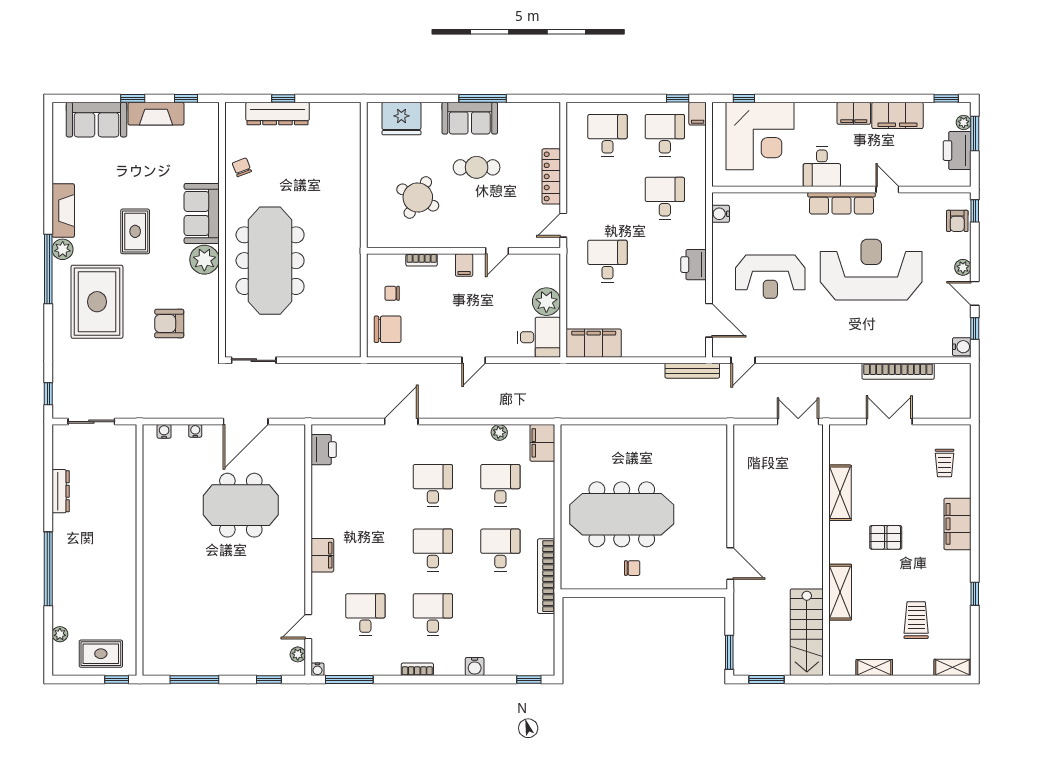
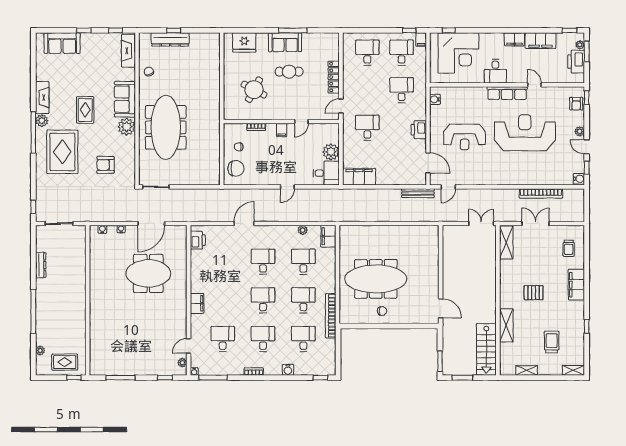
fireplace: (156, 114) -> (128, 51), moved, turned 90
shelving: (840, 493) -> (506, 243), moved
desk: (500, 615) -> (303, 339), added

